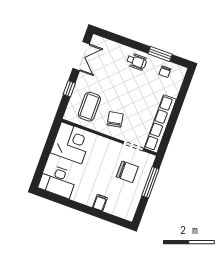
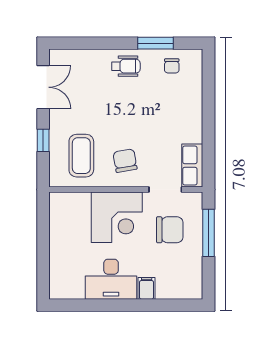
row of seats: (160, 124) -> (192, 165), width x0.50
corner desk: (71, 143) -> (117, 217), moved, turned 90
desk: (58, 181) -> (111, 279), moved

